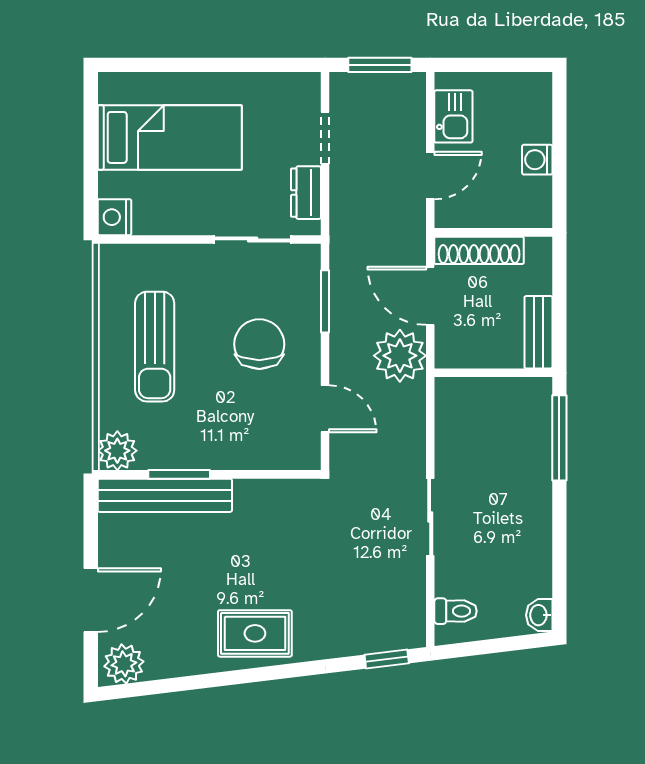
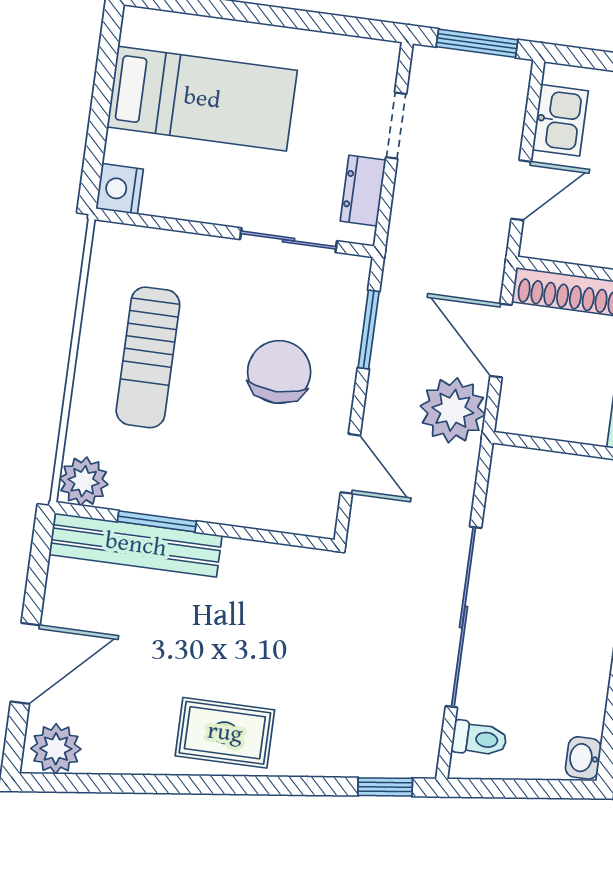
sliding door: (430, 517) -> (464, 617), width x1.86

